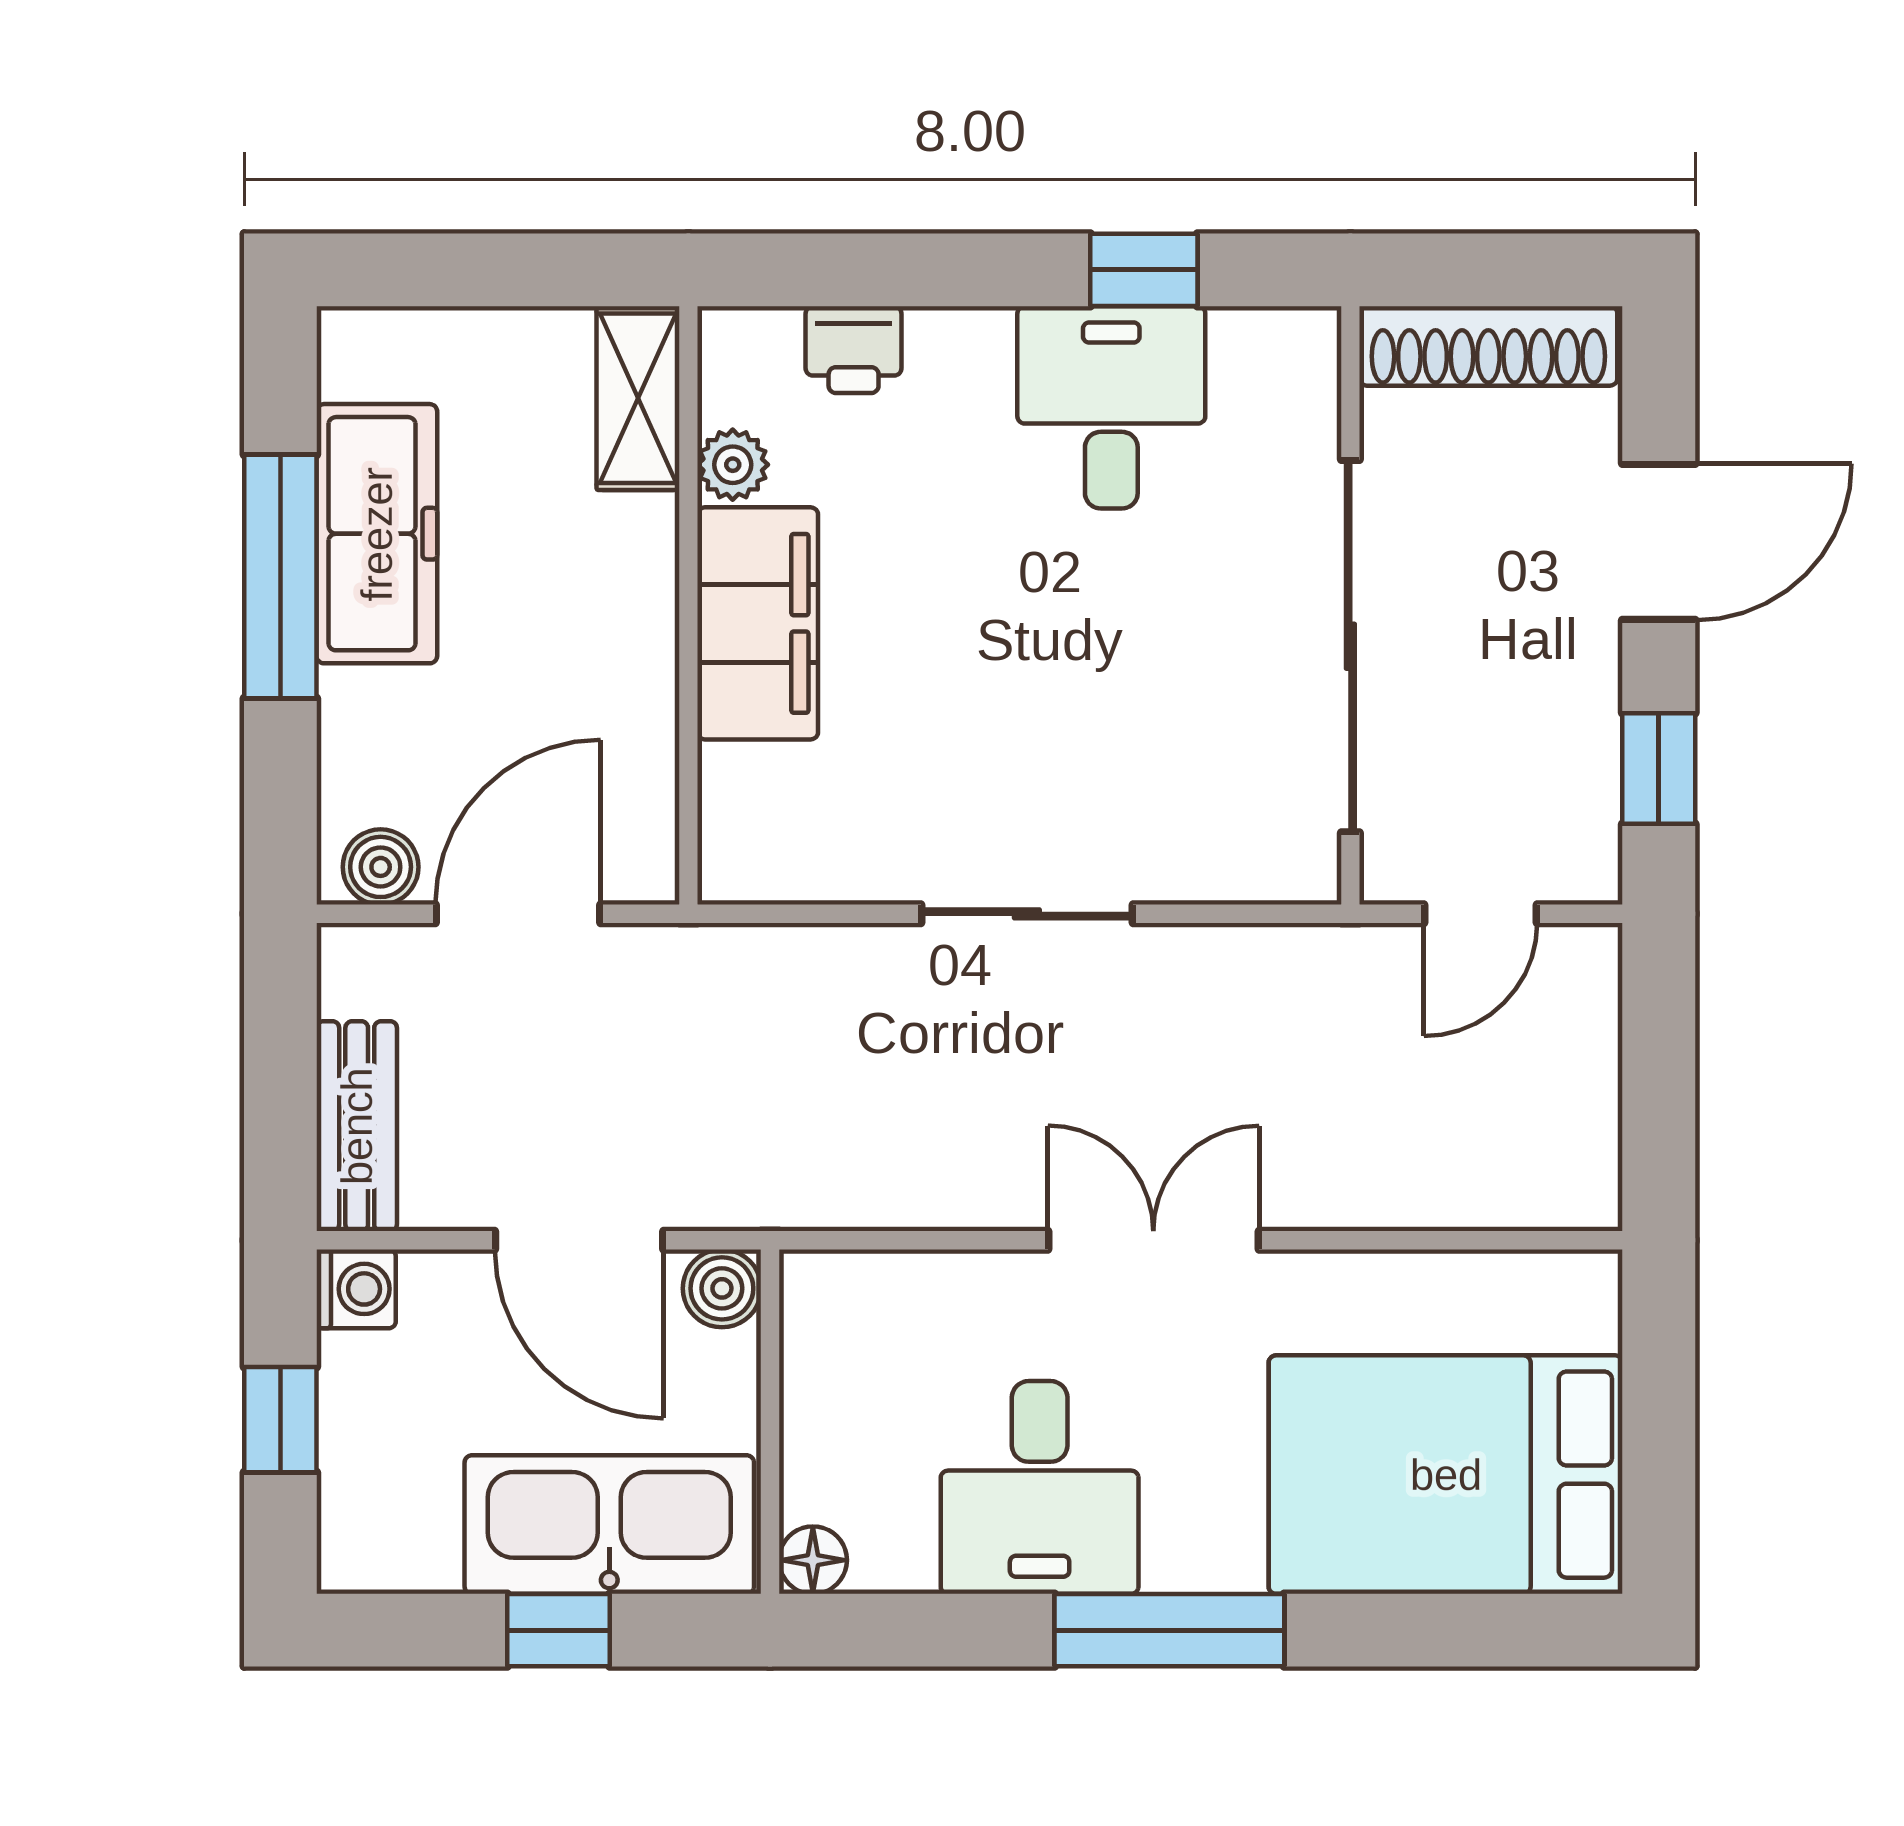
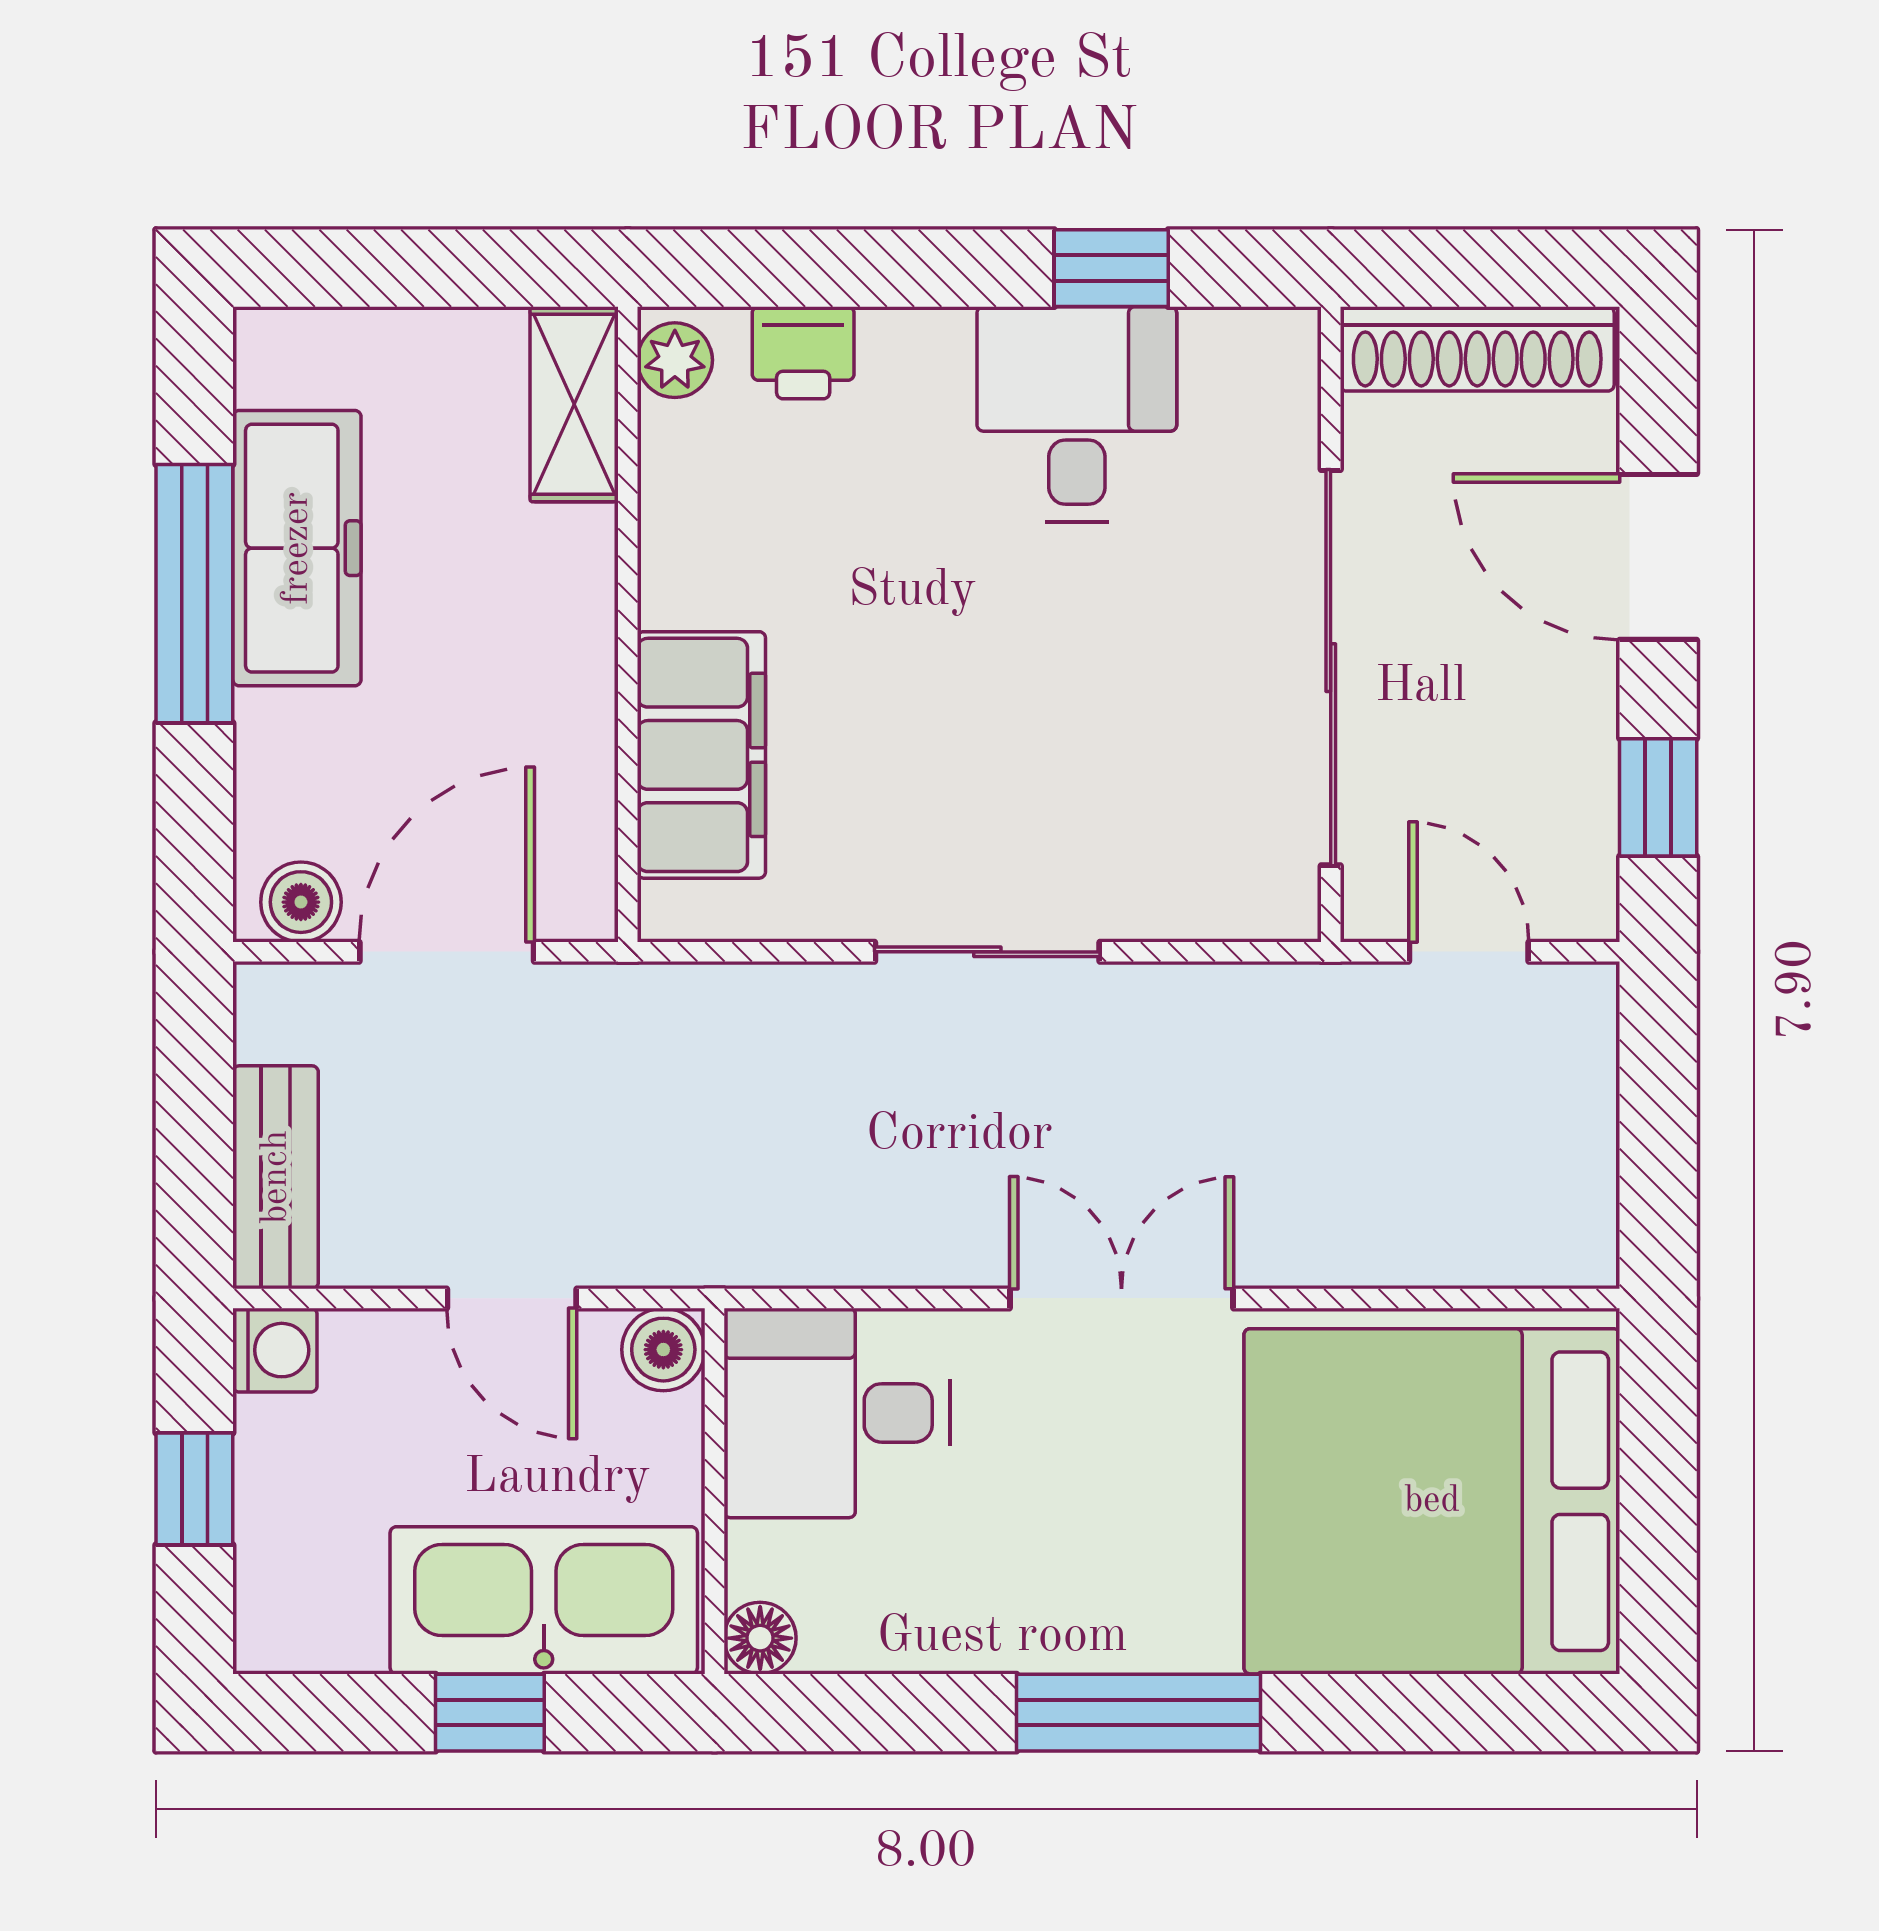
plant: (733, 465) -> (675, 360), moved
door: (1659, 542) -> (1658, 557), swing flipped
filing cabinet: (758, 623) -> (701, 755), moved
door: (1480, 914) -> (1469, 952), swing flipped
door: (579, 1240) -> (512, 1298), width x0.73
bed: (1446, 1475) -> (1432, 1501), width x1.36
desk: (1040, 1487) -> (837, 1413), moved, turned 90

